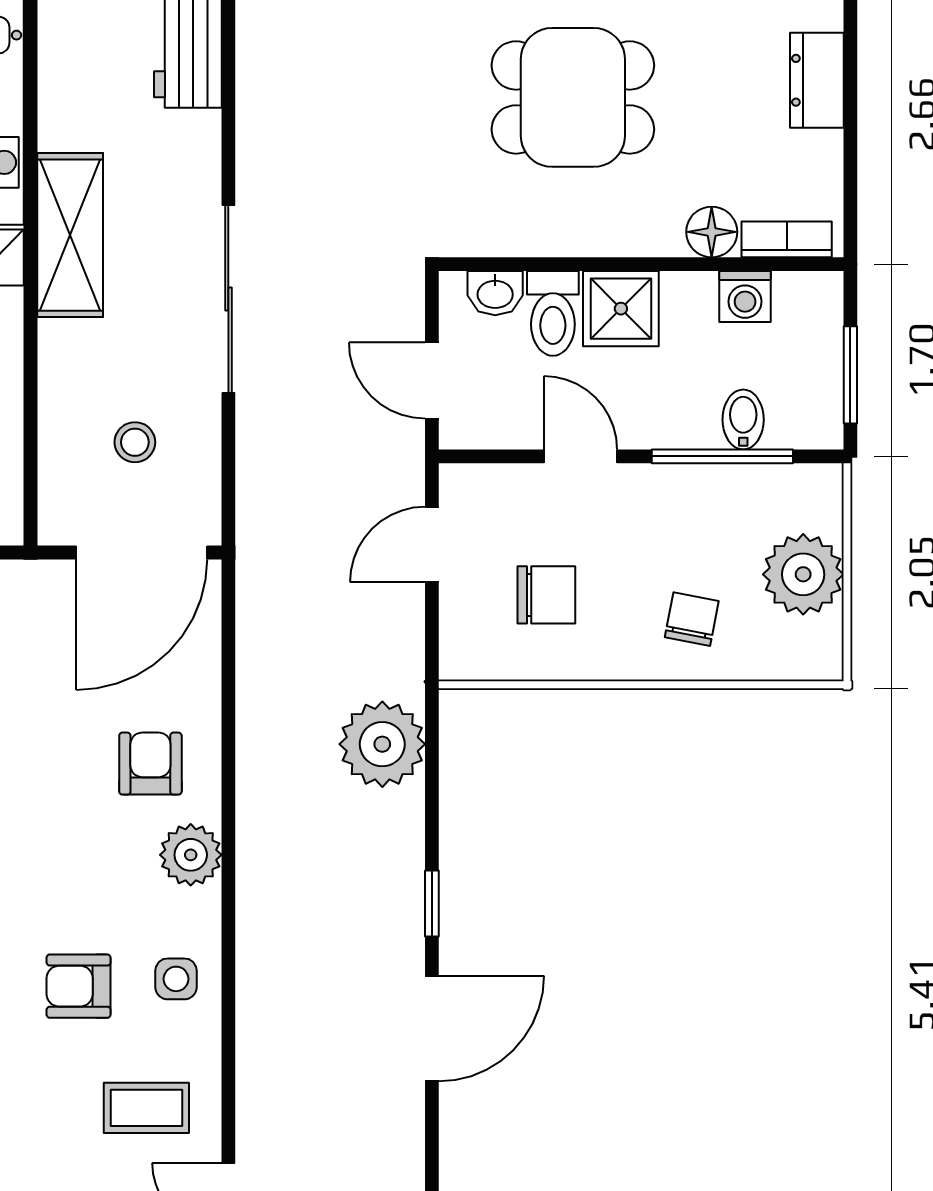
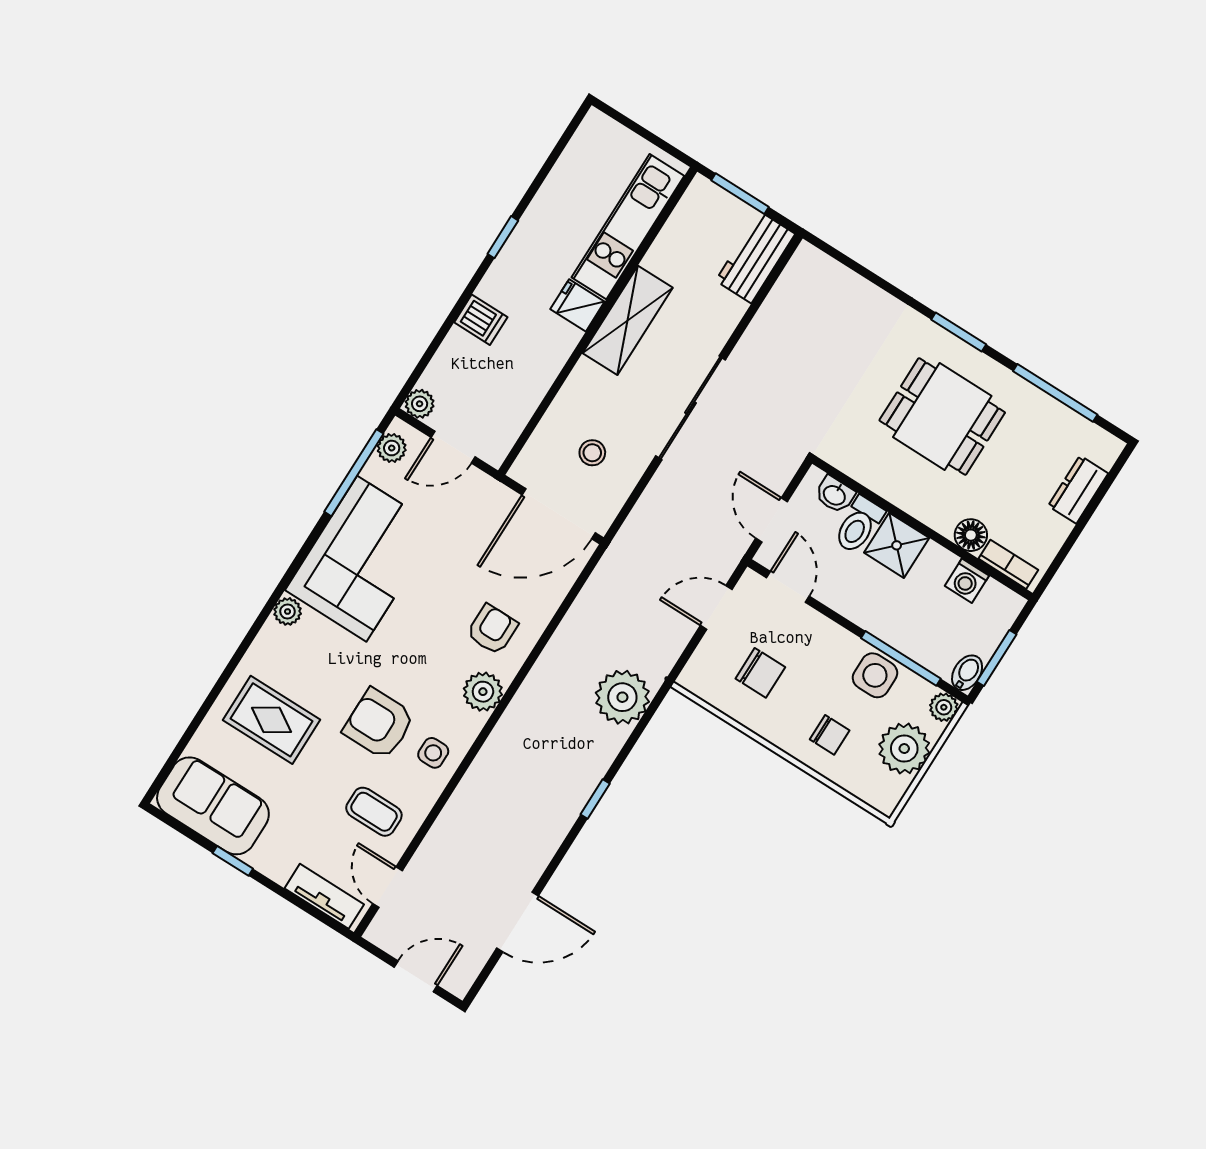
bidet: (743, 420) -> (967, 673), moved
door: (581, 456) -> (788, 587), moved
plant: (821, 486) -> (944, 707), added
side table: (702, 501) -> (875, 675), added
chair: (692, 619) -> (830, 735), turned 79
armchair: (79, 986) -> (379, 724), width x1.38, depth x1.38
door: (432, 1028) -> (517, 922), moved

